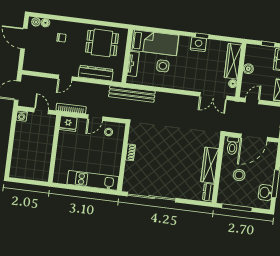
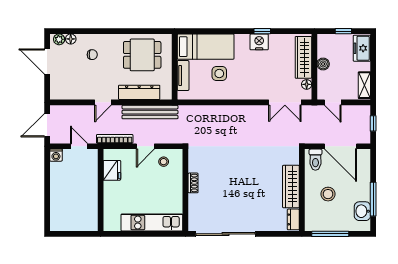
bench: (132, 94) -> (150, 112), moved
door: (252, 101) -> (333, 102), swing flipped
fridge: (68, 124) -> (112, 170), moved, turned -90
door: (254, 137) -> (340, 146), hinge flipped

